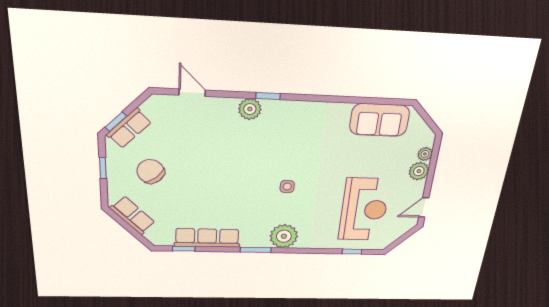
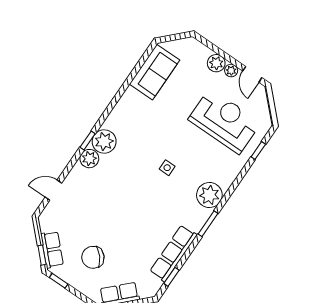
plant: (277, 113) -> (104, 142), added
plant: (425, 154) -> (231, 71), moved
window: (103, 168) -> (59, 281), moved

